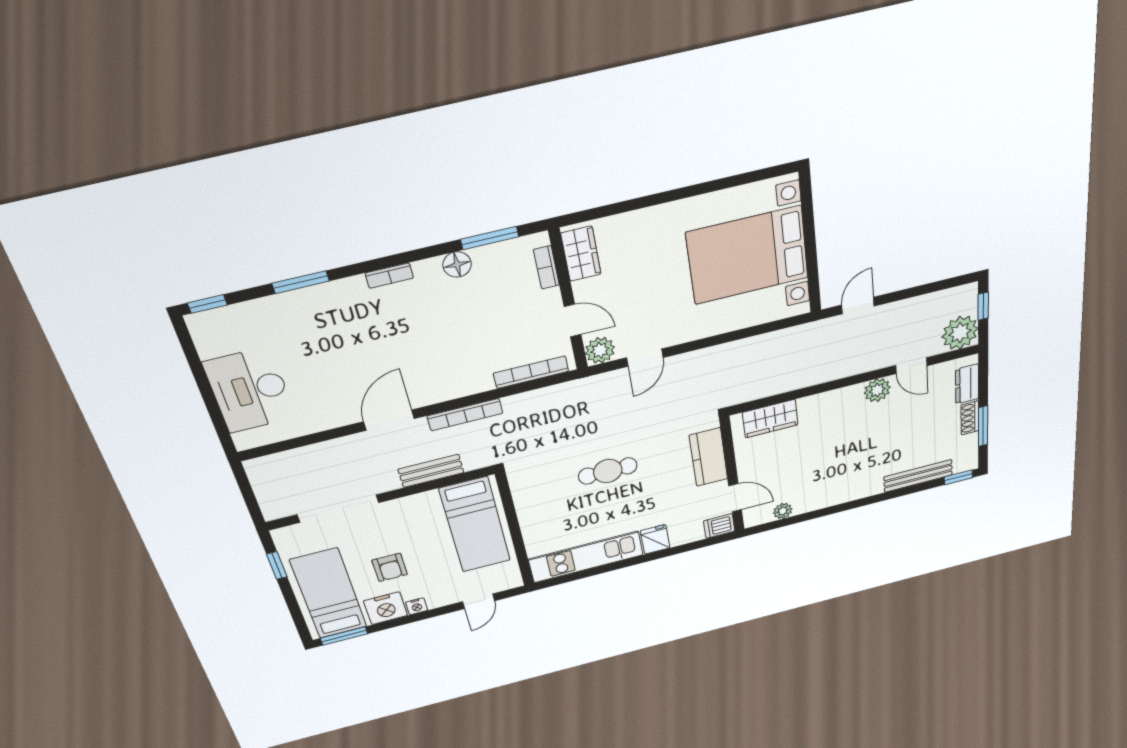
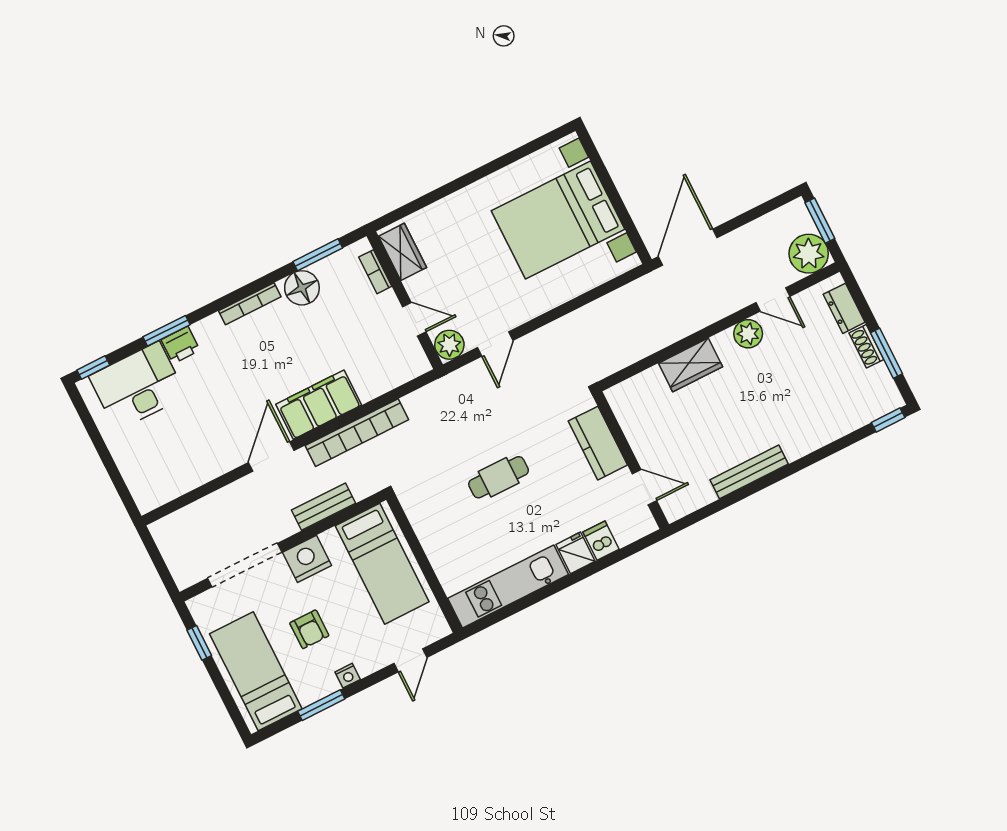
floor lamp: (457, 264) -> (302, 288), width x1.38, depth x1.38
bookcase: (389, 276) -> (250, 304), width x1.56
printer: (314, 299) -> (181, 345), added
door: (858, 306) -> (688, 247), width x1.88
window: (983, 306) -> (820, 221), width x1.50
bookcase: (531, 372) -> (391, 380), removed
filing cabinet: (451, 382) -> (319, 405), added
desk: (250, 390) -> (138, 386), moved, turned 90
bookcase: (465, 415) -> (357, 433), width x1.48, depth x1.31
wardrobe: (770, 419) -> (690, 365), moved
bench: (918, 476) -> (749, 472), moved
plant: (783, 511) -> (704, 495), removed
dishwasher: (719, 526) -> (601, 541), moved, turned 90
nightstand: (386, 608) -> (307, 559), moved, turned 180
window: (344, 636) -> (321, 705), moved

